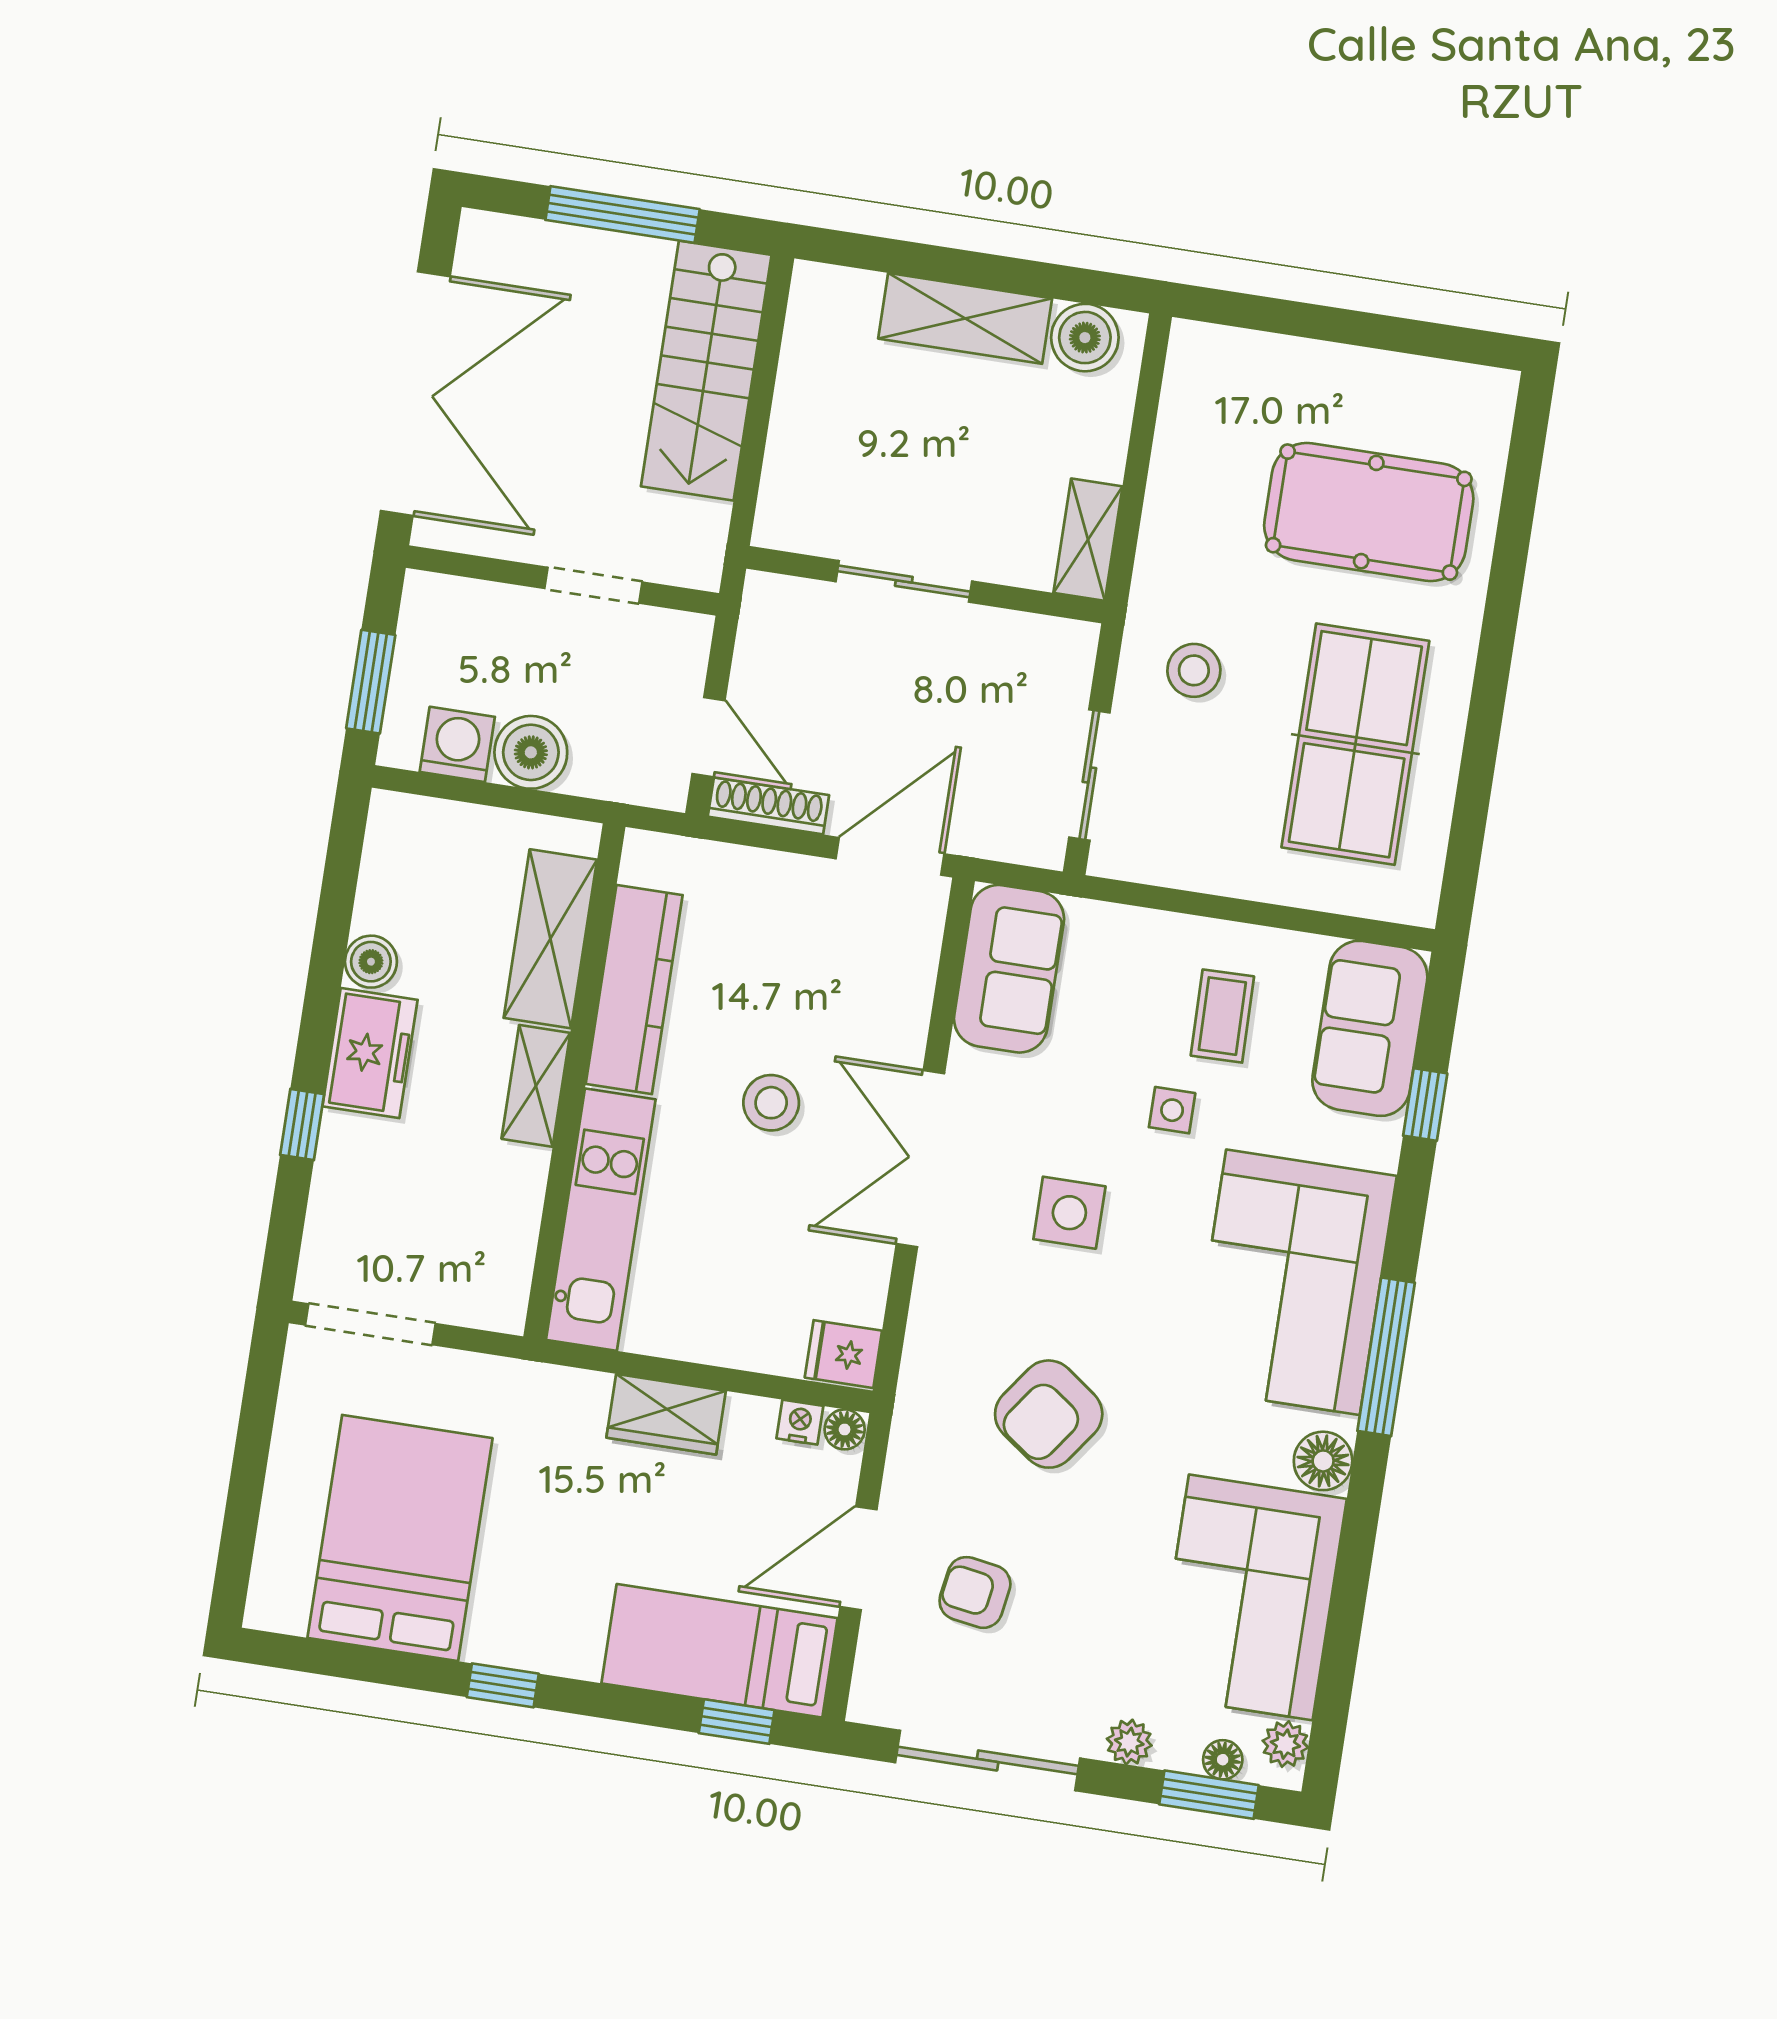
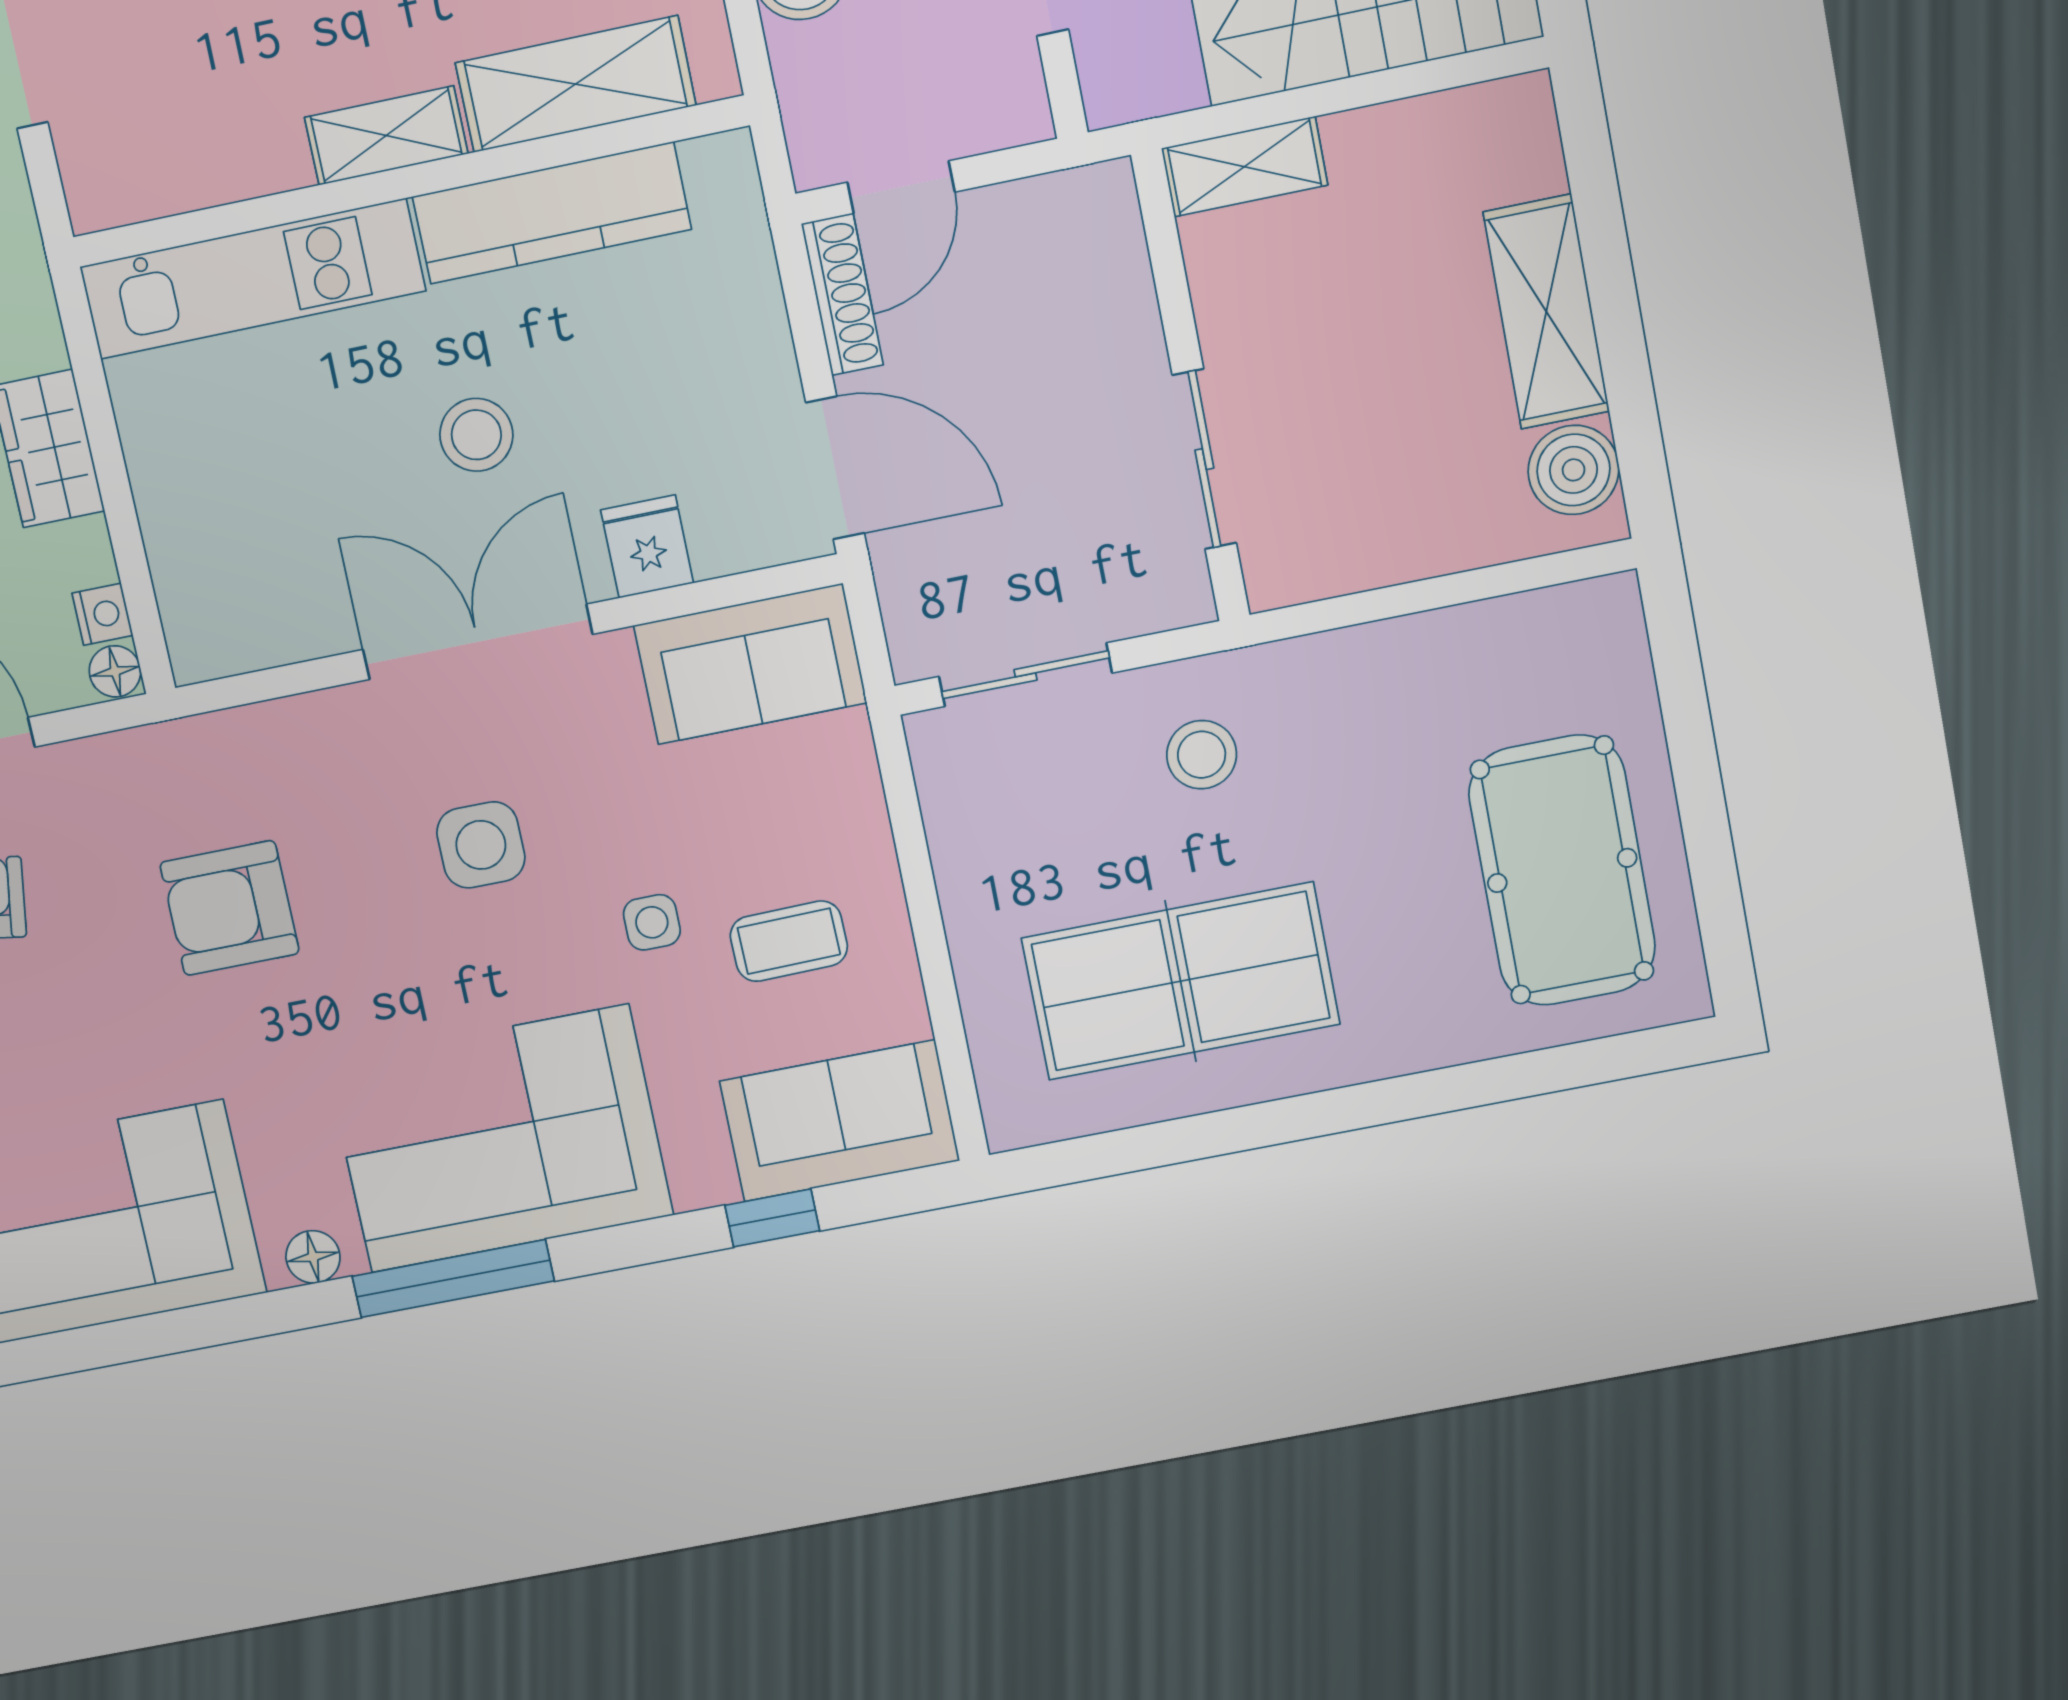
pool table: (1369, 512) -> (1562, 870), moved
shelving: (1088, 540) -> (1244, 167), moved
sliding door: (904, 581) -> (1204, 459), moved
fridge: (843, 1354) -> (647, 546), moved
armchair: (1049, 1414) -> (230, 908), turned -36
floor lamp: (1323, 1461) -> (313, 1257), width x0.73, depth x0.73

